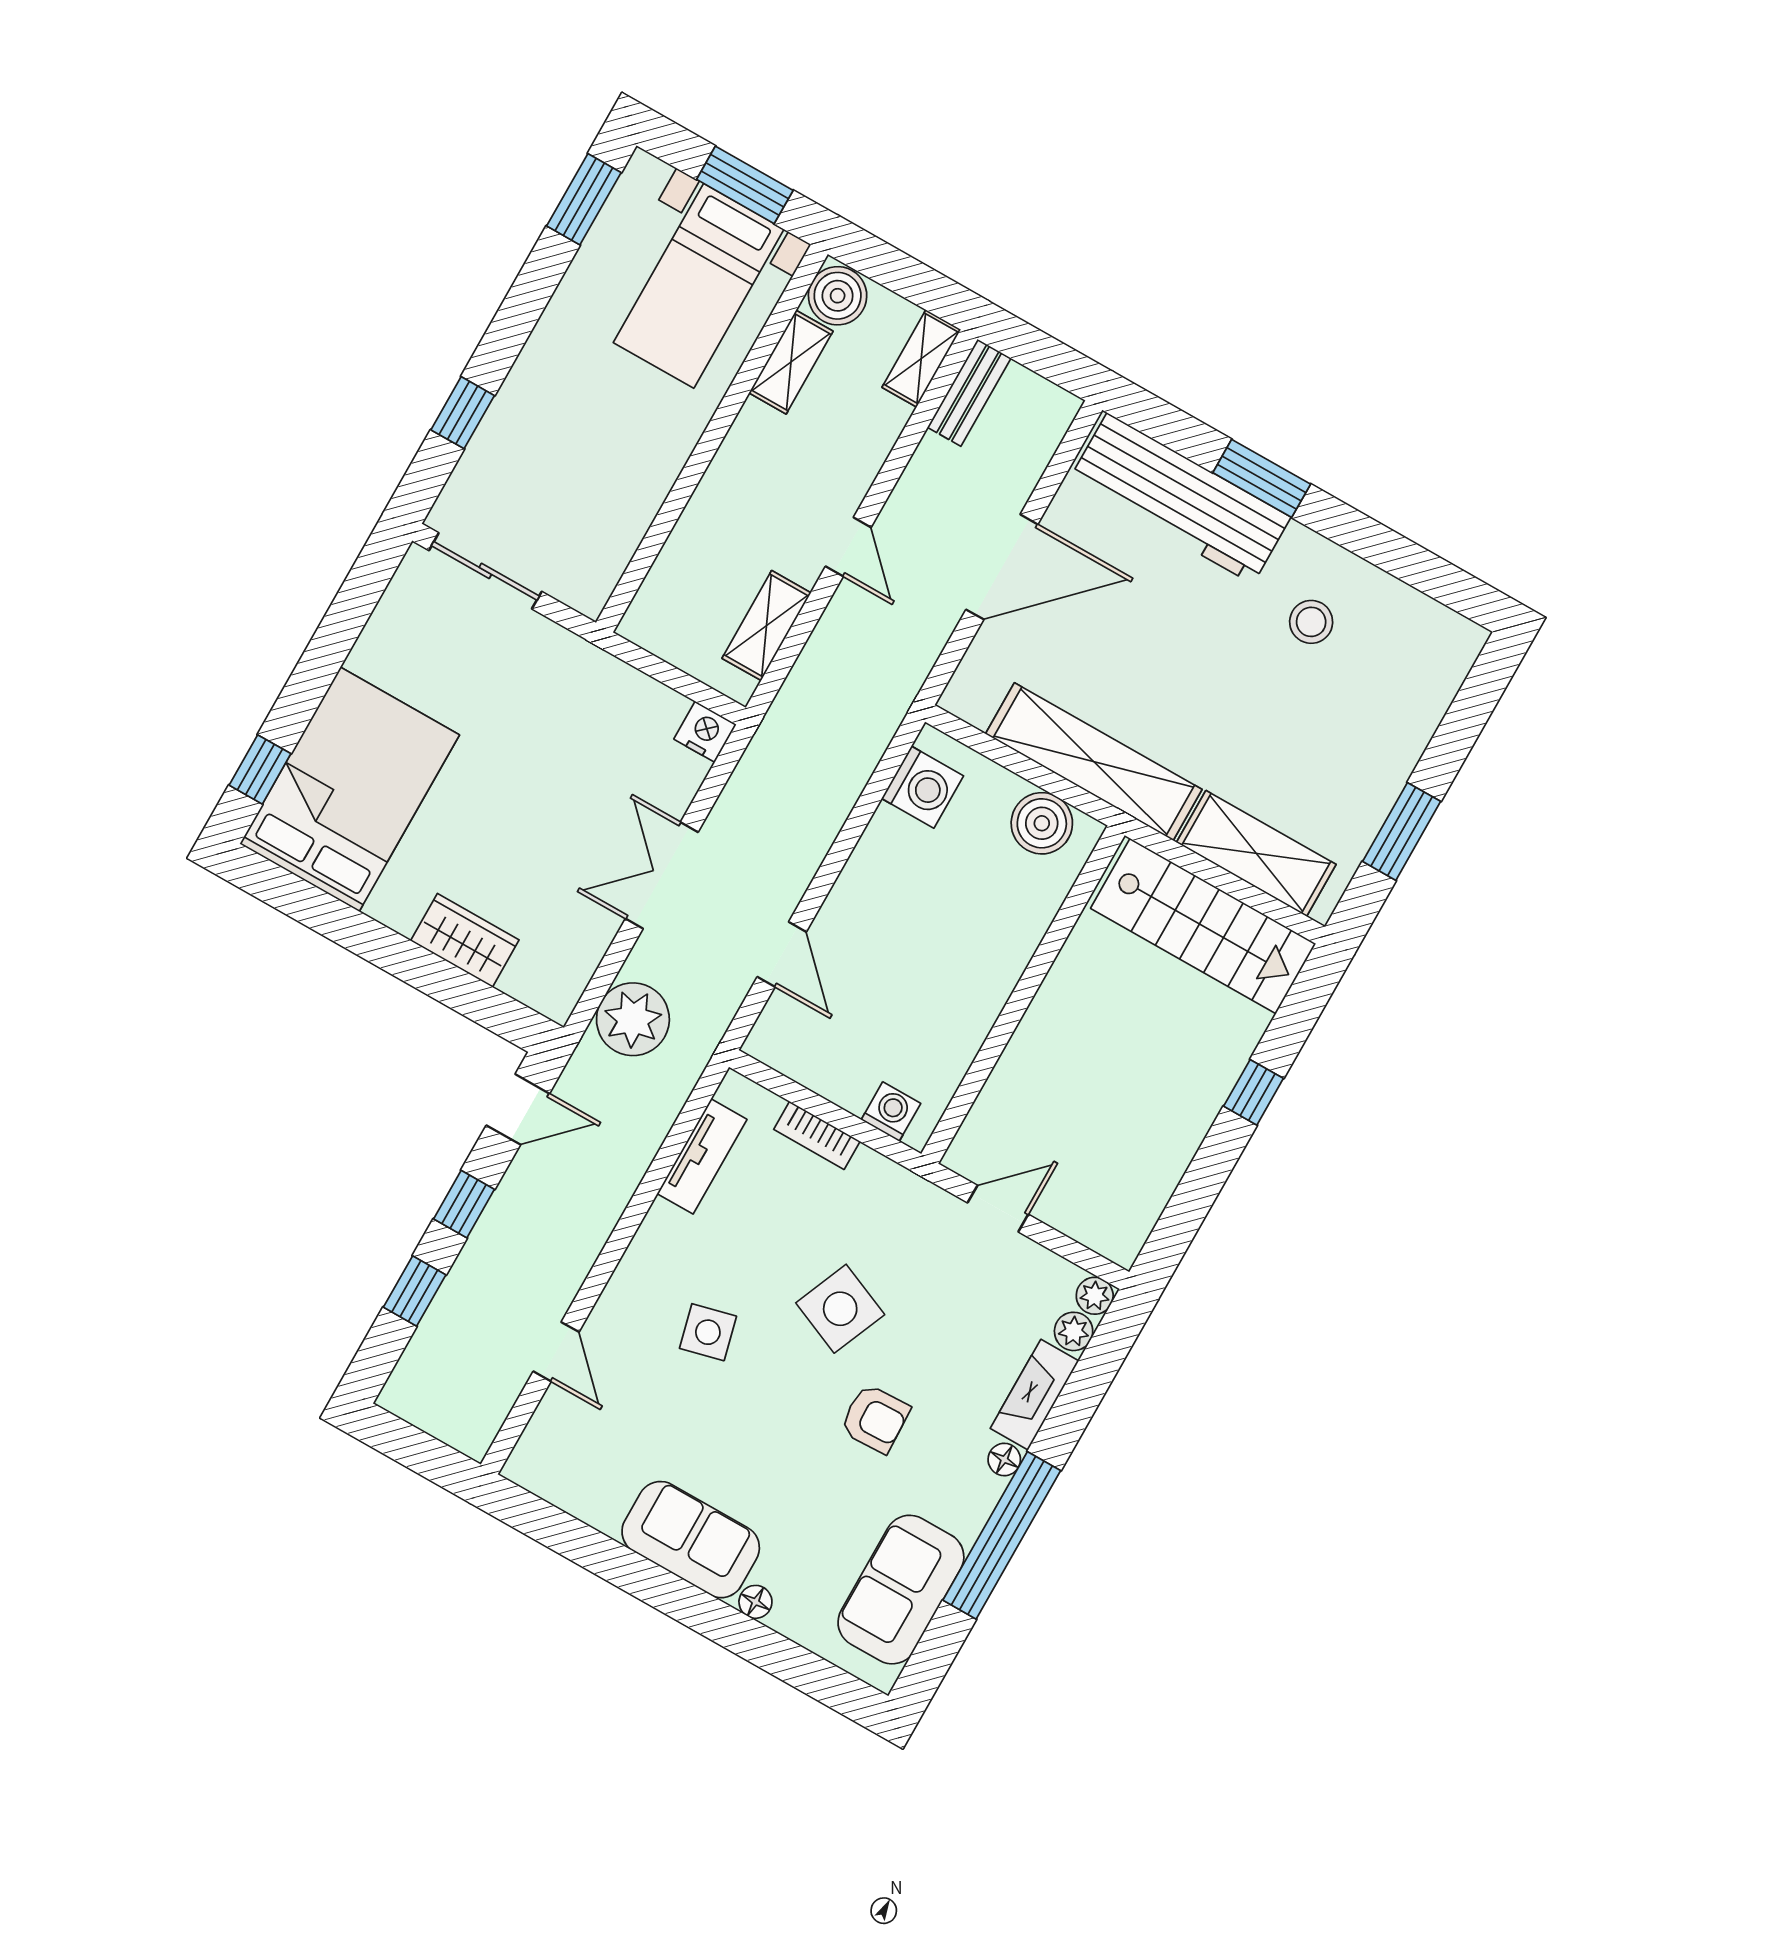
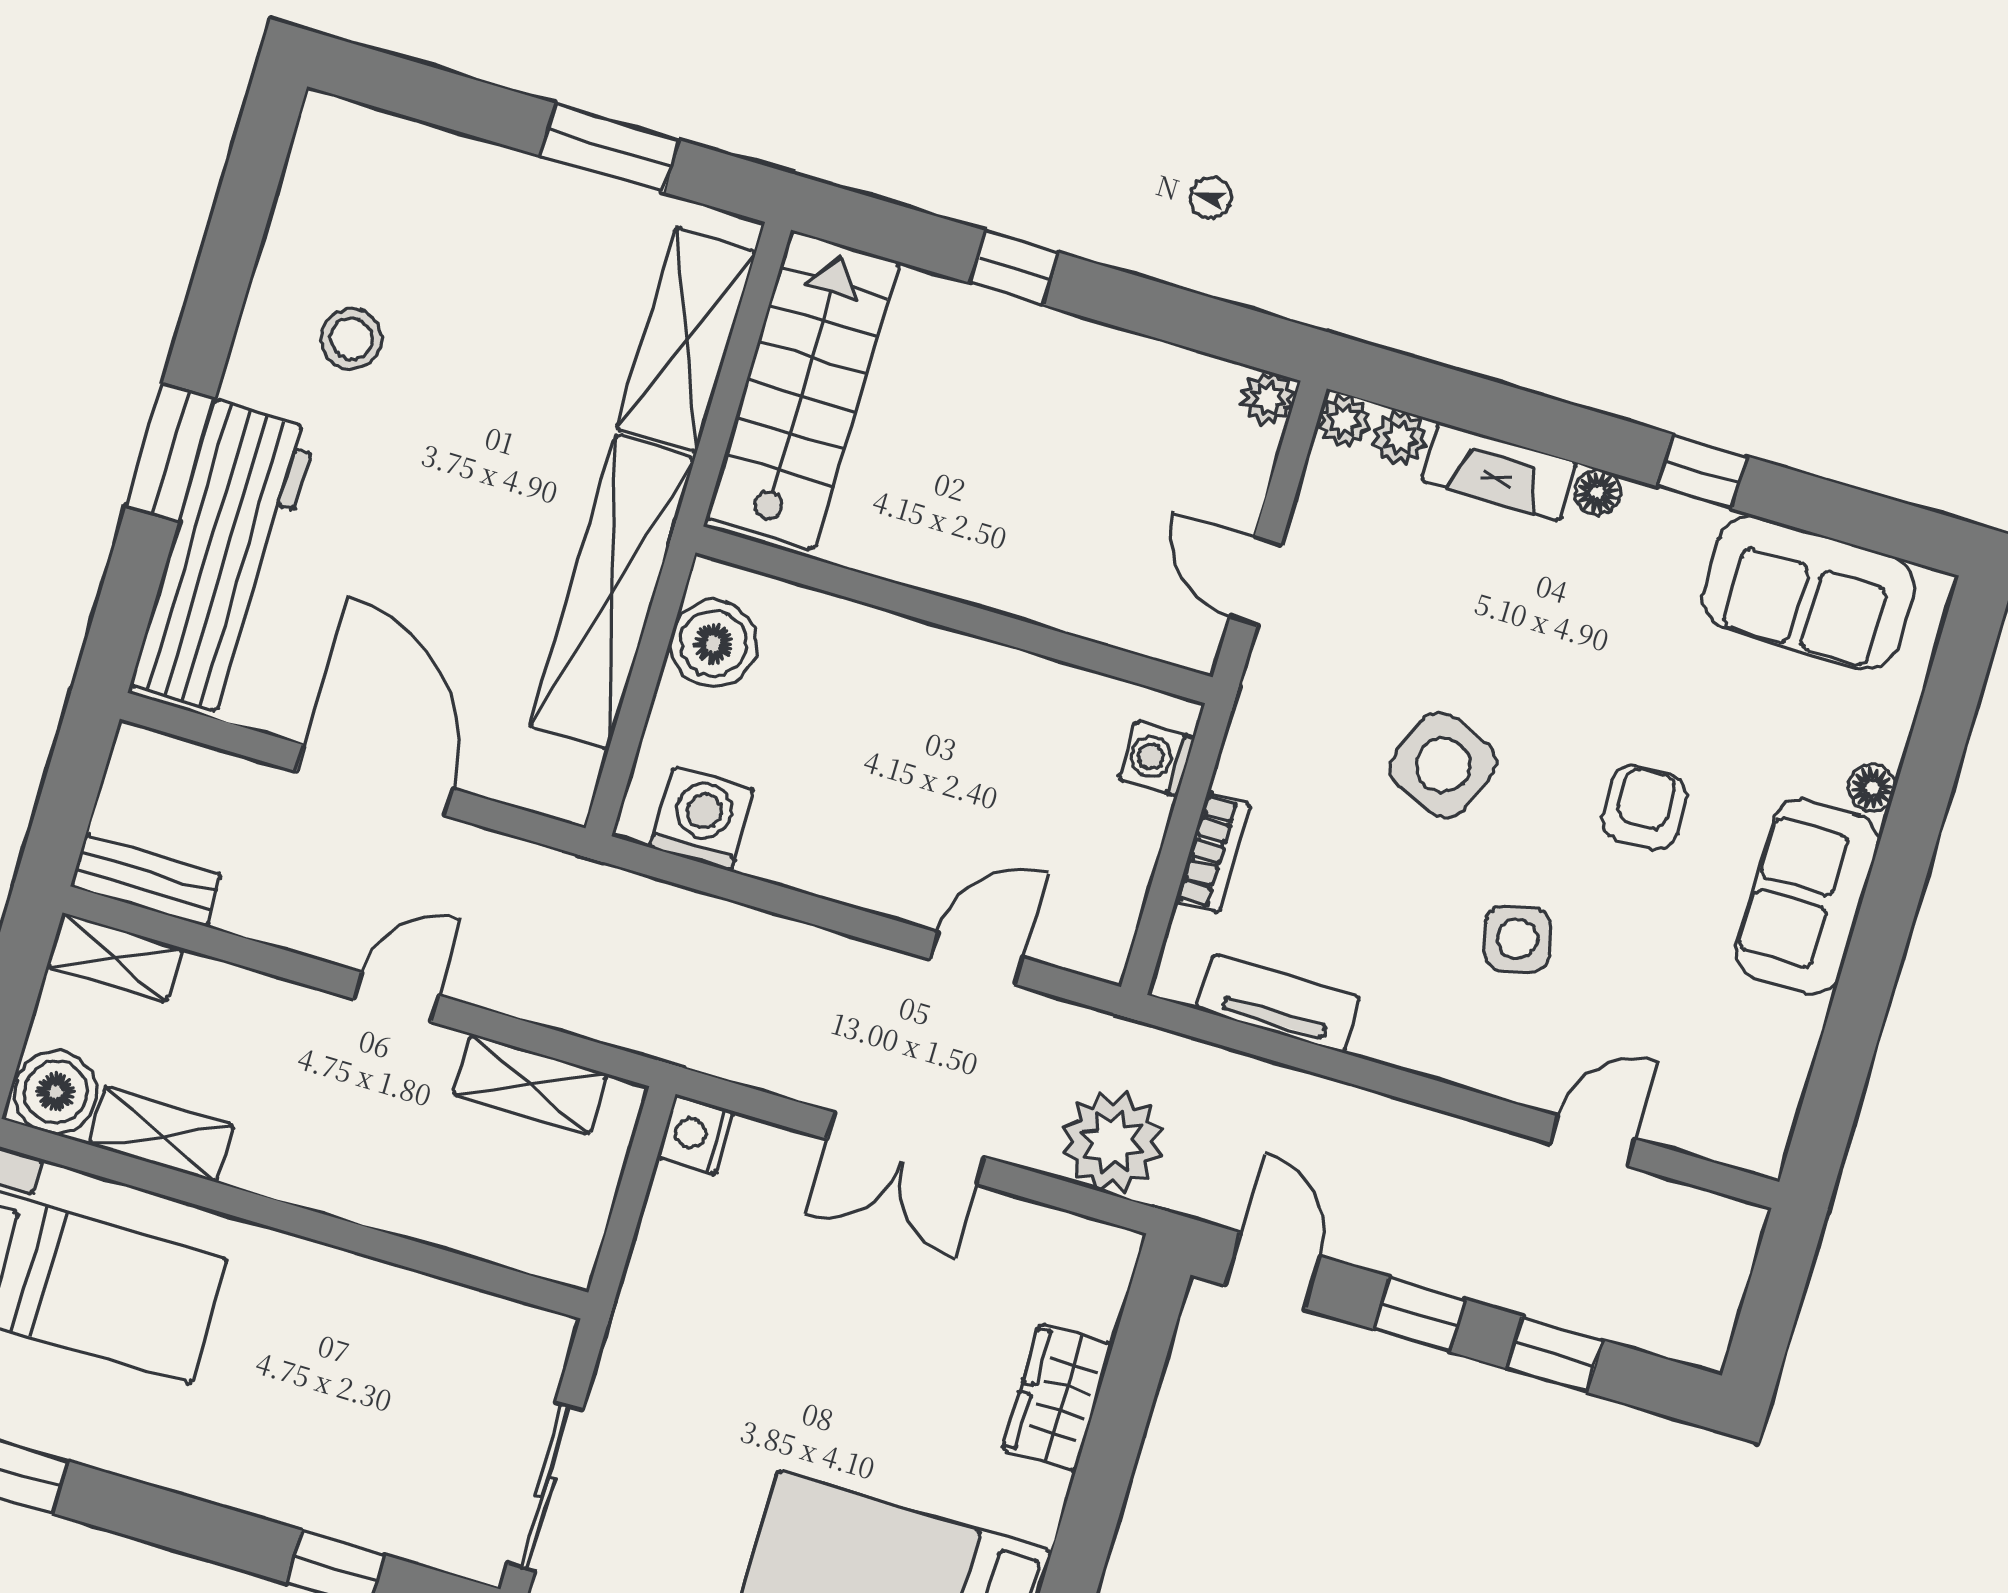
plant: (1122, 1246) -> (1268, 399), added
armchair: (875, 1419) -> (1644, 807), moved
window: (1002, 1535) -> (1702, 471), width x0.32

